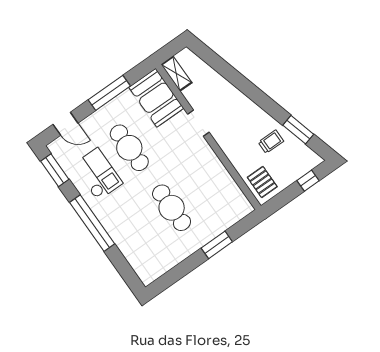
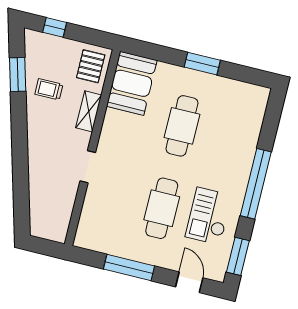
shelving: (176, 74) -> (89, 111), moved
booth: (156, 98) -> (132, 83), moved
window: (217, 245) -> (202, 64), moved

